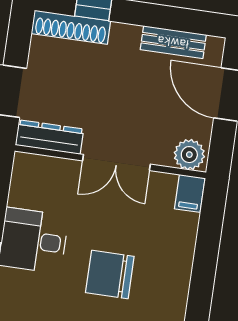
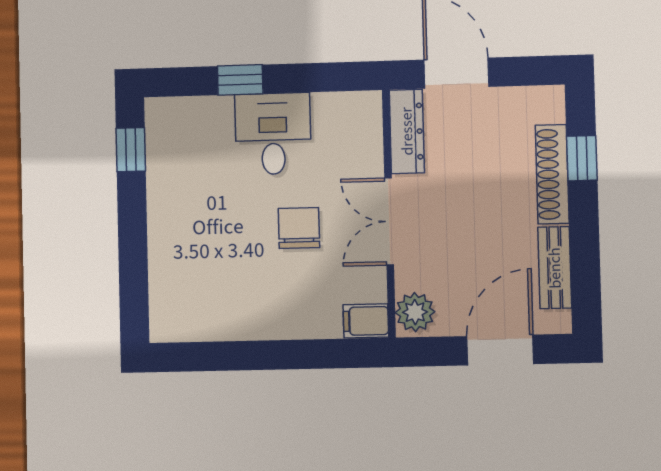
shoe rack: (71, 27) -> (552, 174), moved
chair: (110, 275) -> (299, 228), moved, width x0.73, depth x0.73

